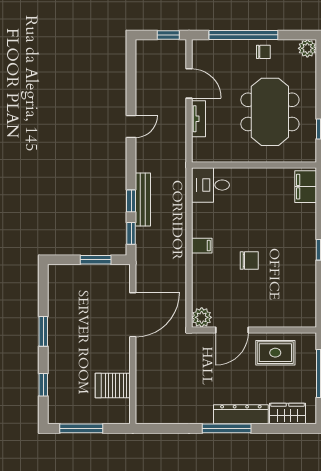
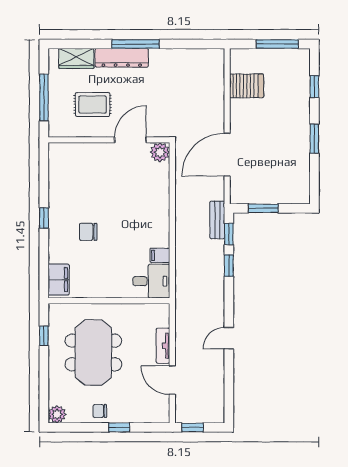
window: (243, 35) -> (119, 427), width x0.32
bench: (143, 200) -> (217, 220), moved, width x0.73
filing cabinet: (202, 246) -> (160, 255), moved
chair: (249, 260) -> (88, 232), moved
rug: (275, 353) -> (93, 105), moved

